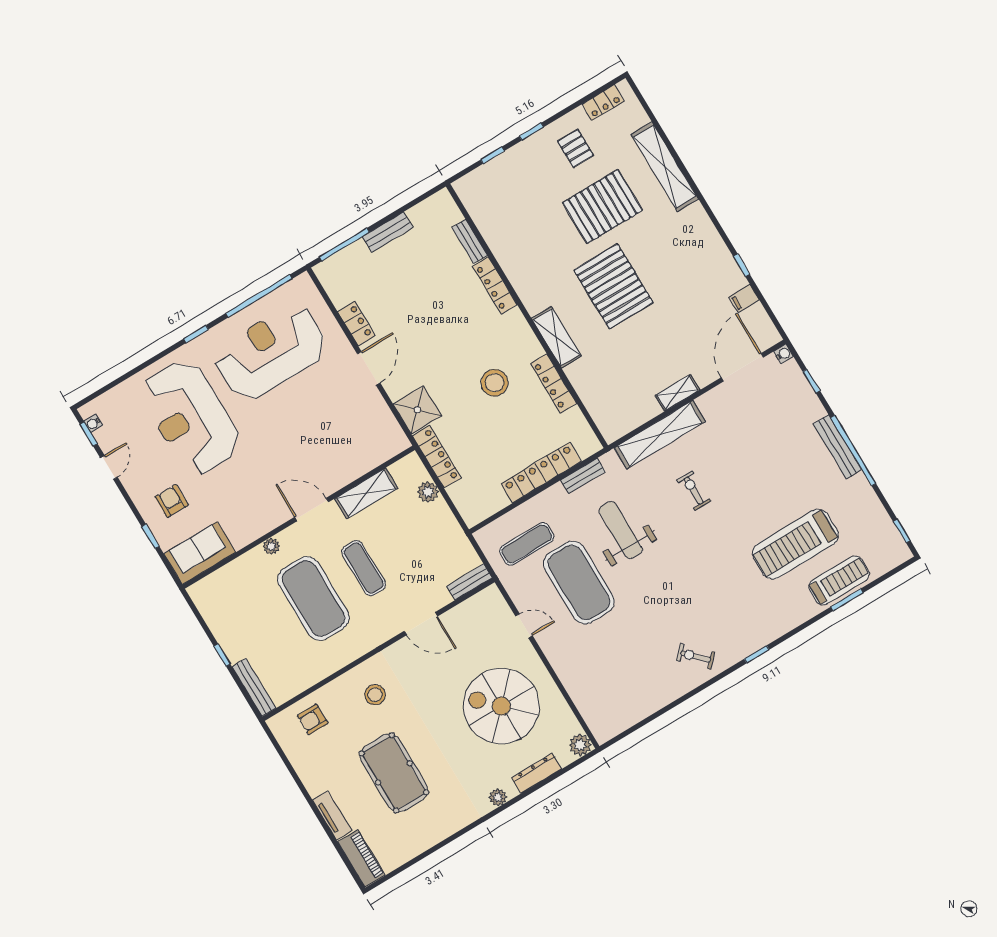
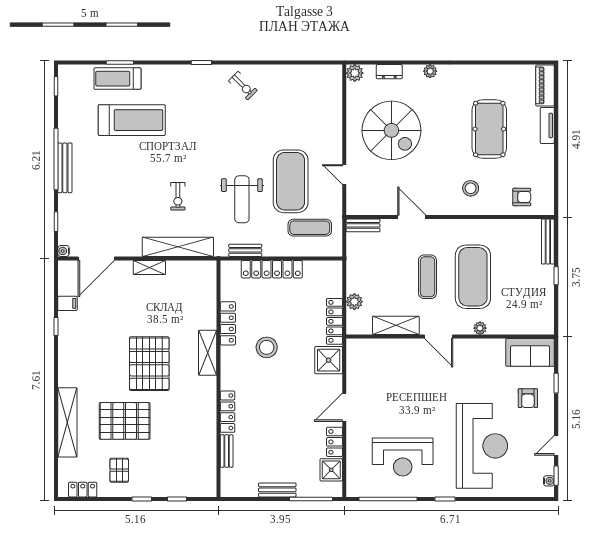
shower: (341, 290) -> (331, 470), added
reception desk: (271, 352) -> (403, 457), width x0.74, depth x0.77
dresser: (537, 773) -> (389, 72), width x0.70

